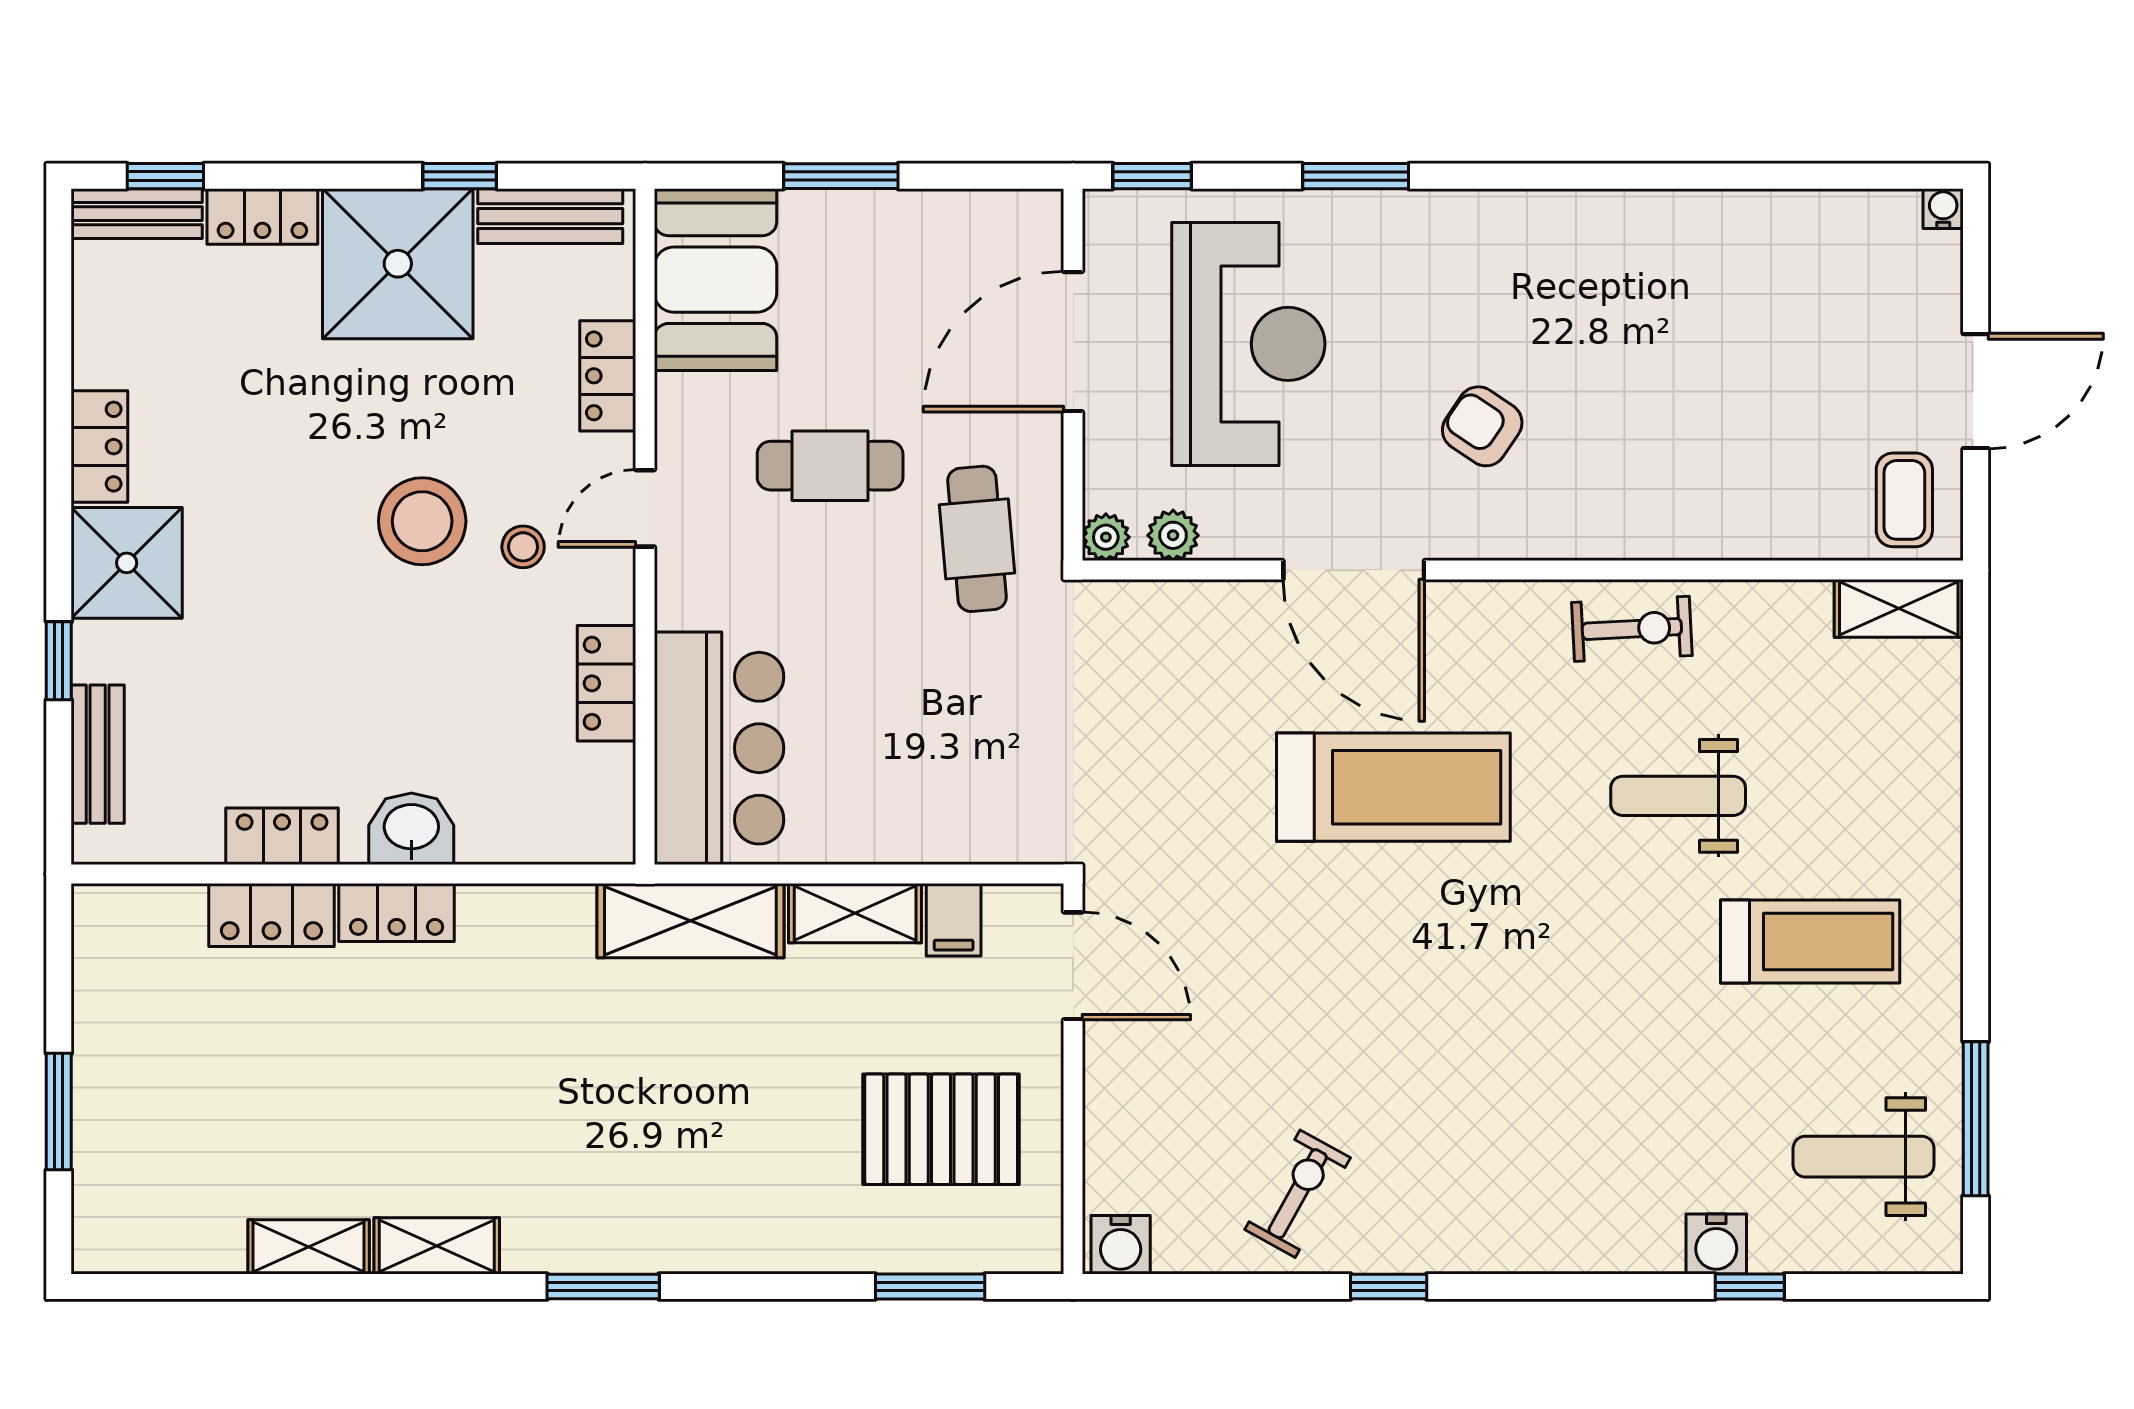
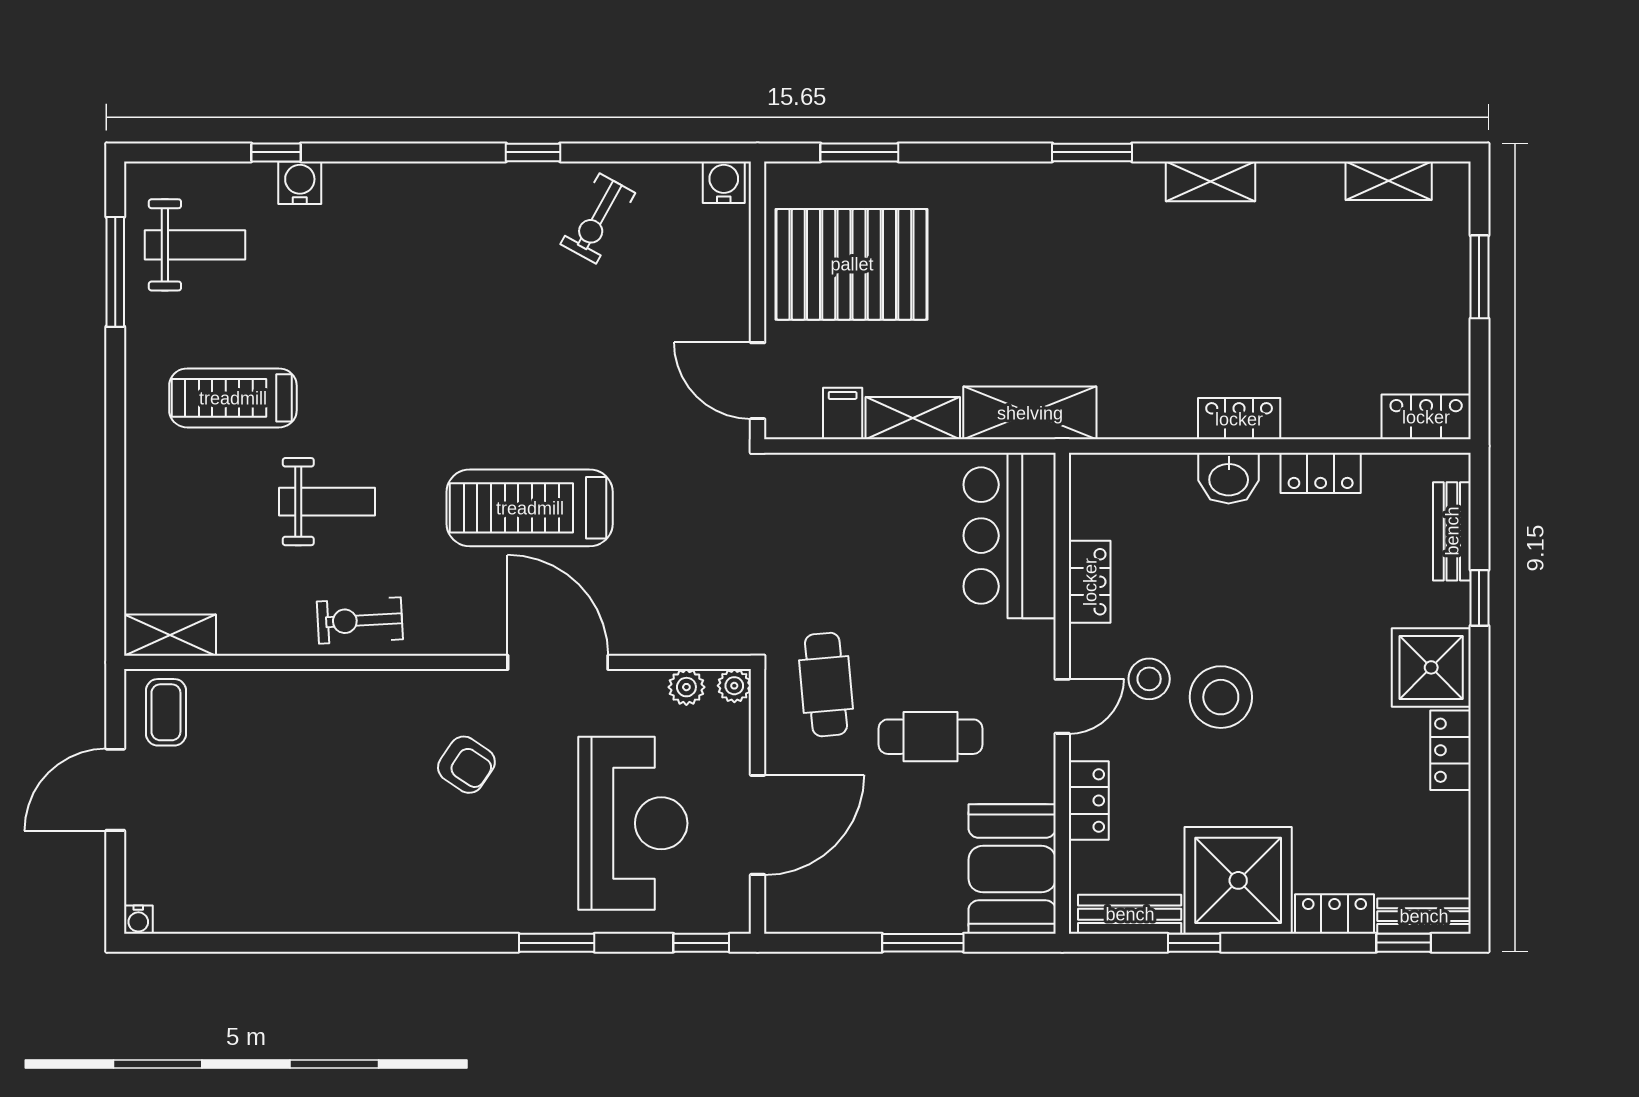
reception desk: (1248, 344) -> (633, 823), turned 180
stool: (523, 547) -> (1149, 679), width x1.37, depth x1.37
locker: (271, 915) -> (1426, 417), moved
pallet: (941, 1129) -> (852, 264), width x1.37, depth x1.41
shelving: (309, 1247) -> (1389, 181), moved

